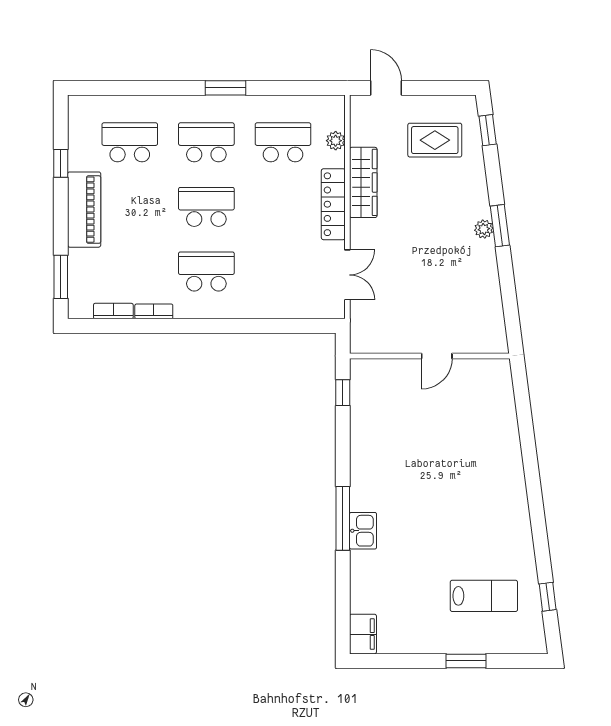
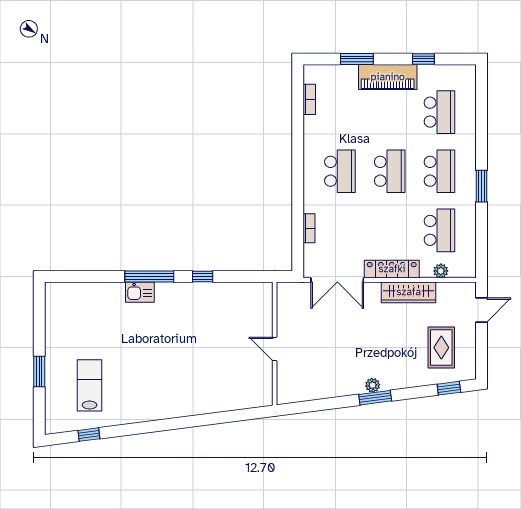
double door: (347, 275) -> (337, 280), width x1.37
window: (61, 277) -> (357, 59), moved
bookcase: (154, 311) -> (309, 228), moved
window: (343, 393) -> (203, 276), moved
lab bench: (484, 596) -> (90, 385), turned 180
filing cabinet: (363, 634) -> (60, 292), removed

